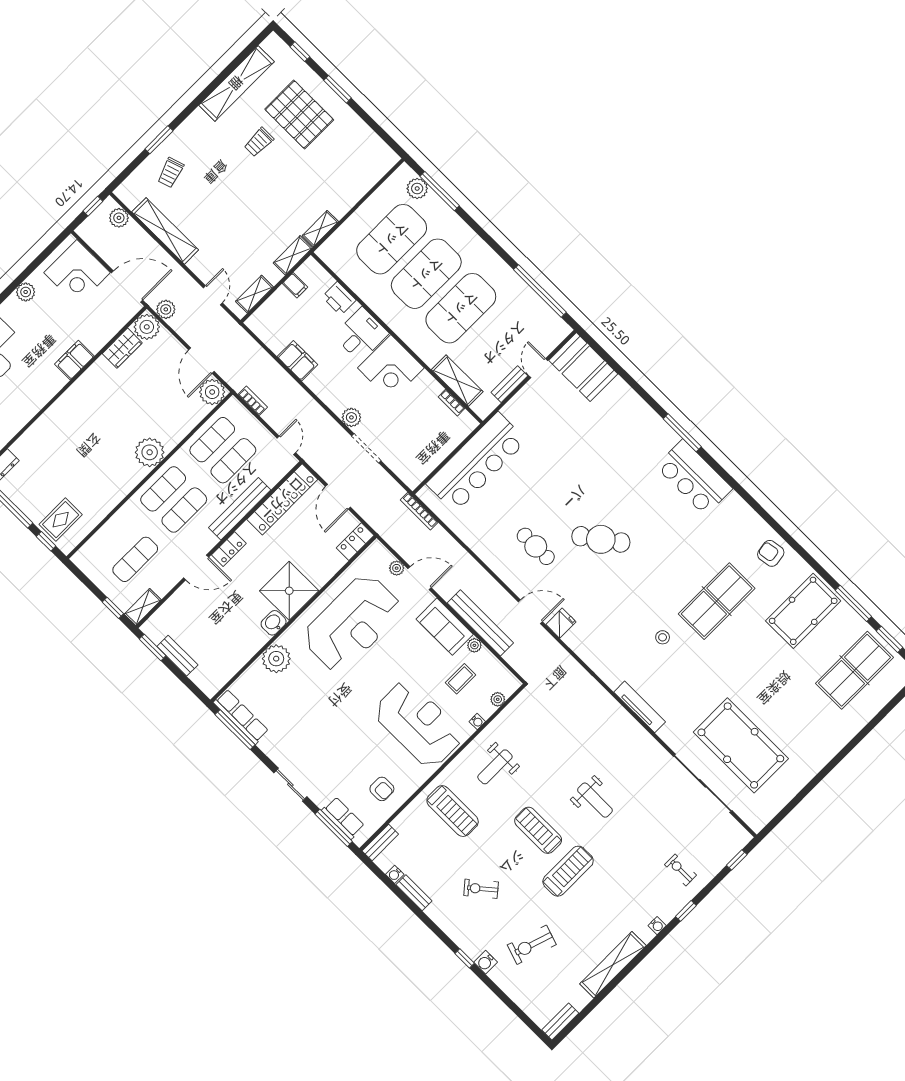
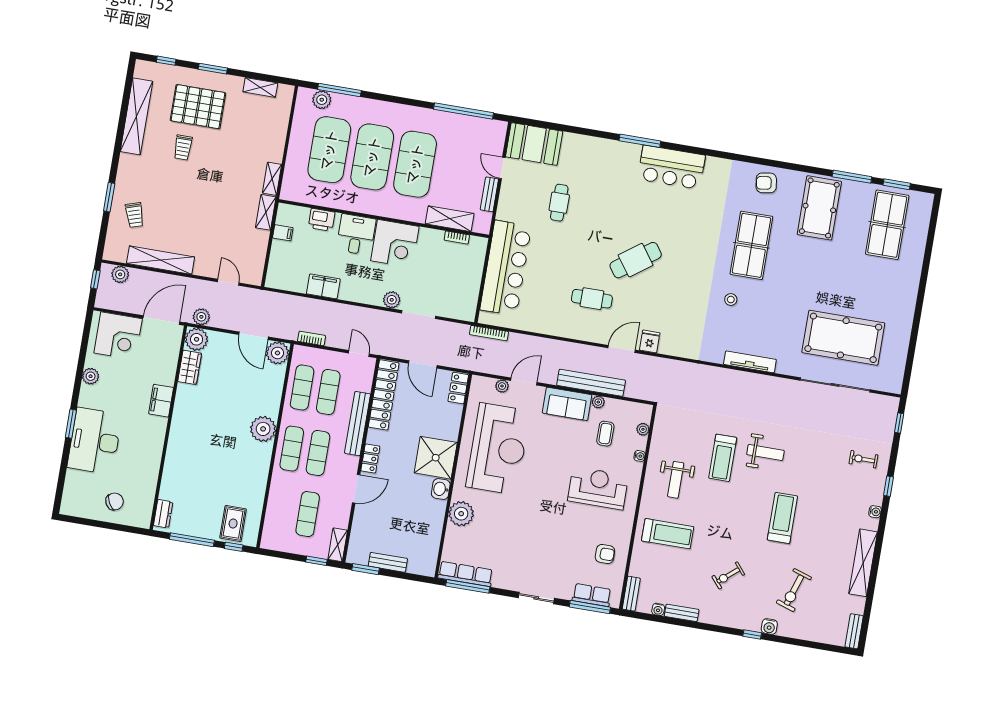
shelving: (254, 294) -> (260, 87), moved, turned 90
cafe table: (568, 437) -> (559, 203), added
reception desk: (418, 724) -> (598, 488), width x0.74, depth x0.77
treadmill: (538, 830) -> (723, 458), moved, turned -90

